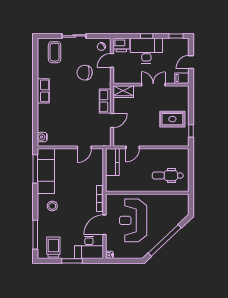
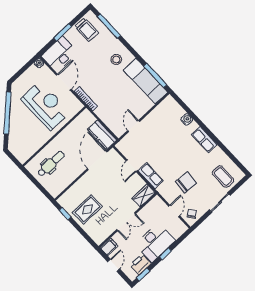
printer: (121, 45) -> (140, 264), moved
water cooler: (42, 137) -> (187, 119), moved
door: (133, 147) -> (97, 160), width x1.87

